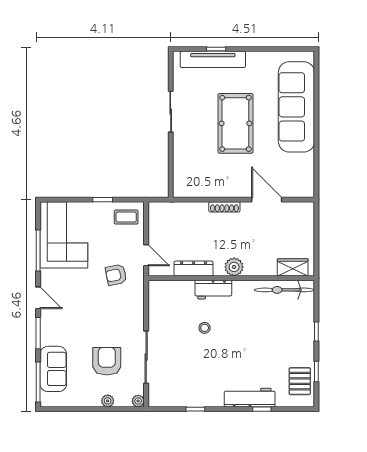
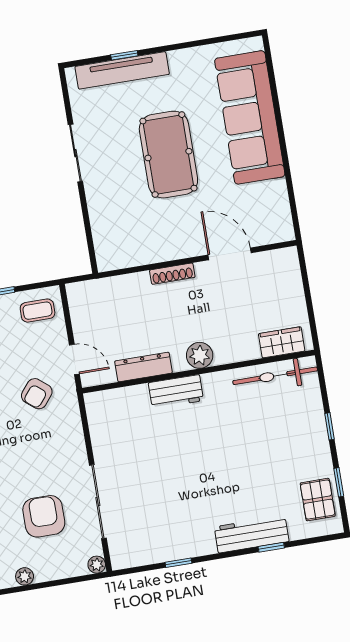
armchair: (116, 275) -> (37, 394), turned -40
stool: (205, 328) -> (173, 447), removed
plant: (108, 401) -> (25, 576), moved

